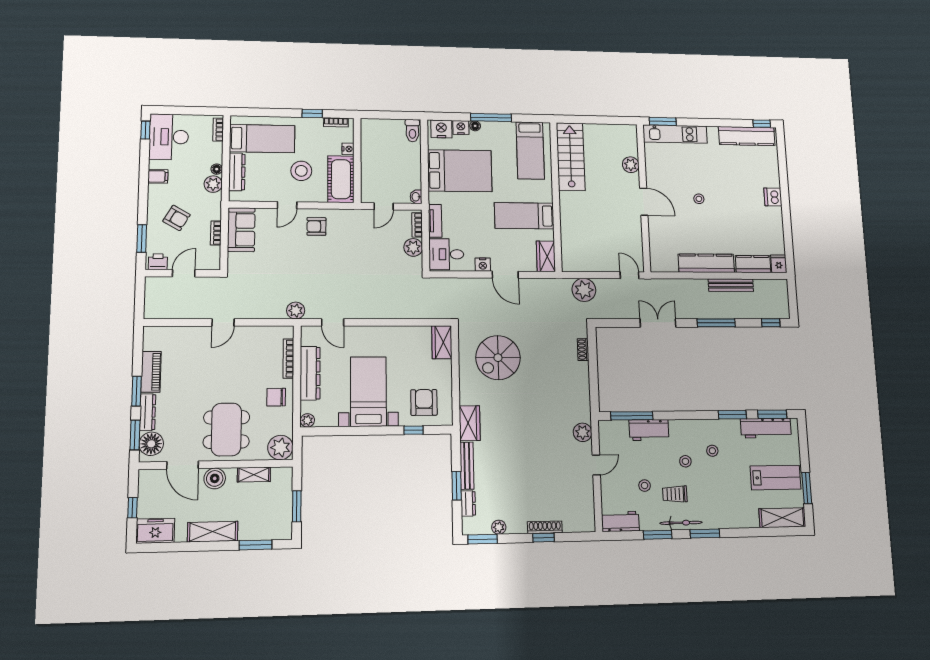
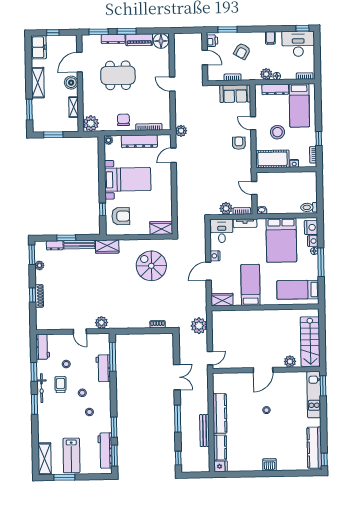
stairs: (571, 157) -> (310, 342), moved, turned 90
dining table: (226, 429) -> (118, 75), moved
floor lamp: (151, 444) -> (161, 41), moved

